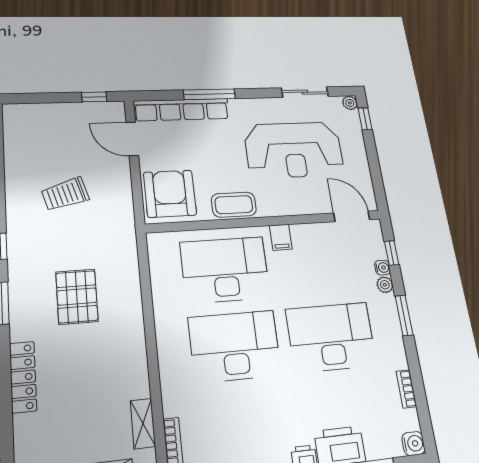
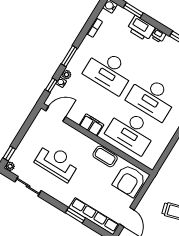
window: (209, 94) -> (75, 215), width x0.69
reception desk: (294, 150) -> (57, 162), width x0.74, depth x0.77
door: (352, 216) -> (56, 114), swing flipped
filing cabinet: (281, 237) -> (91, 125), width x2.00

